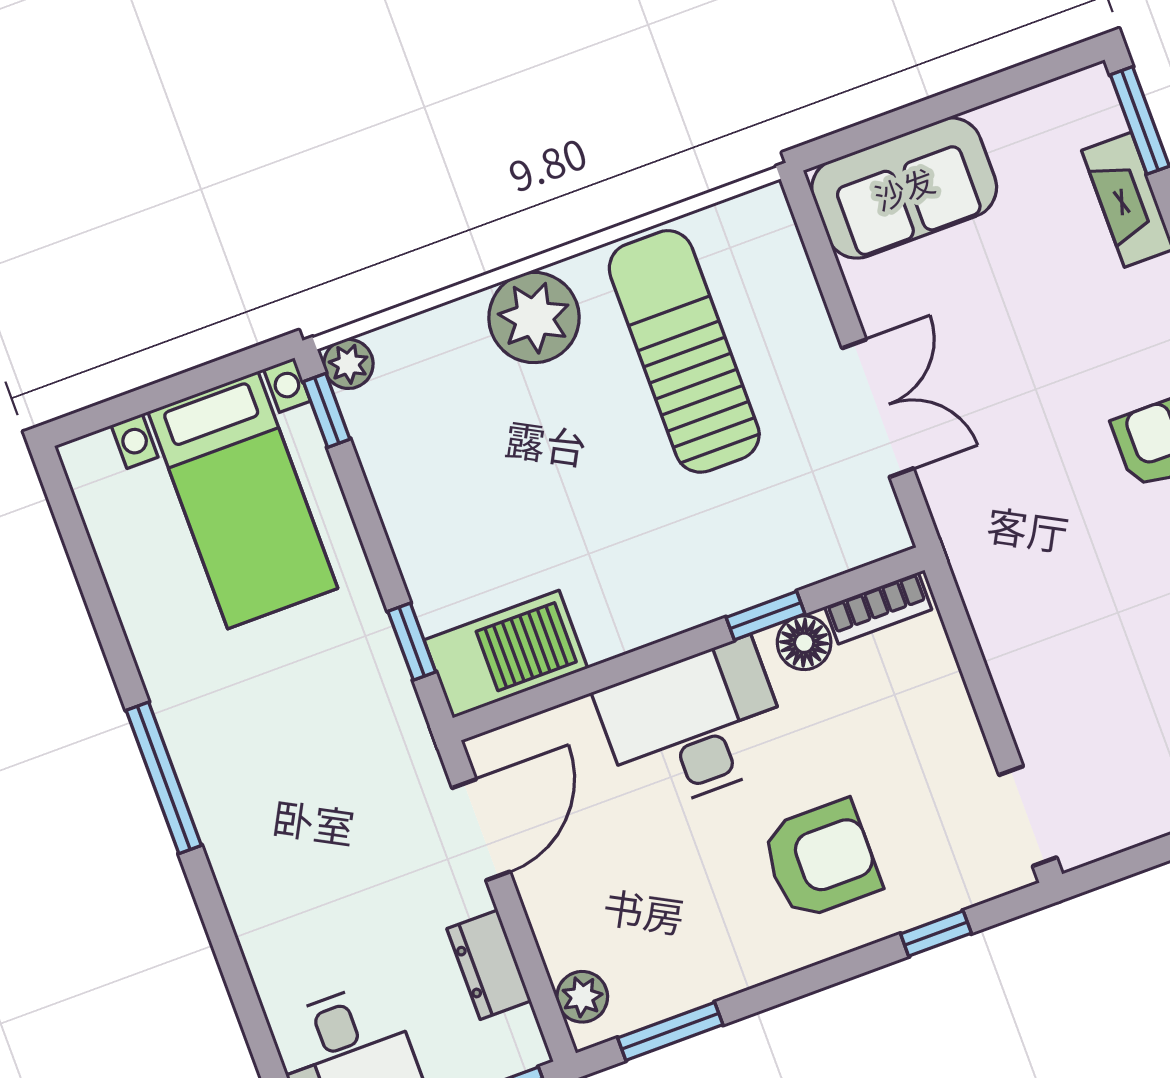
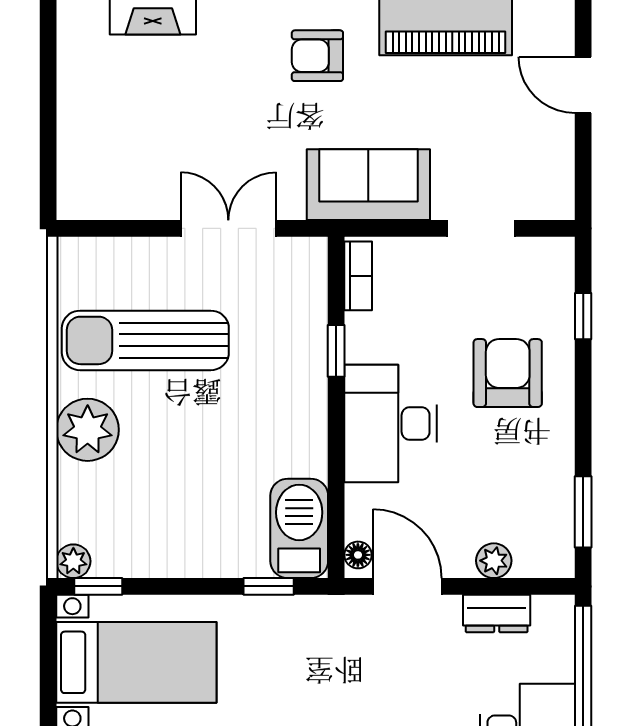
sofa: (904, 188) -> (368, 185), moved, turned -90
floor lamp: (804, 643) -> (358, 555), moved, width x0.73, depth x0.73
doorway: (1028, 816) -> (481, 228), moved
plant: (582, 997) -> (494, 561), moved

